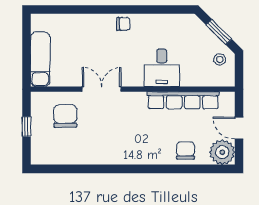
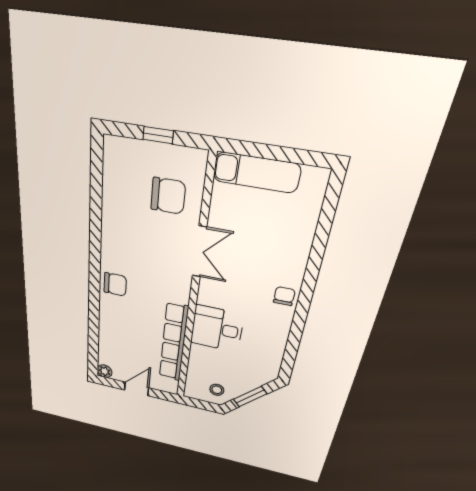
chair: (123, 24) -> (284, 296), turned 180
chair: (185, 151) -> (115, 284), moved
plant: (222, 152) -> (104, 371), width x0.53, depth x0.53

